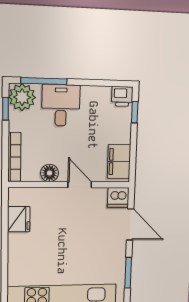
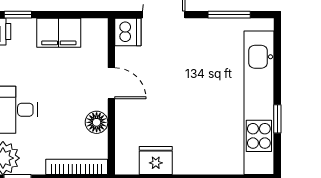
filing cabinet: (119, 162) -> (59, 33), moved
door: (80, 185) -> (111, 83), swing flipped

